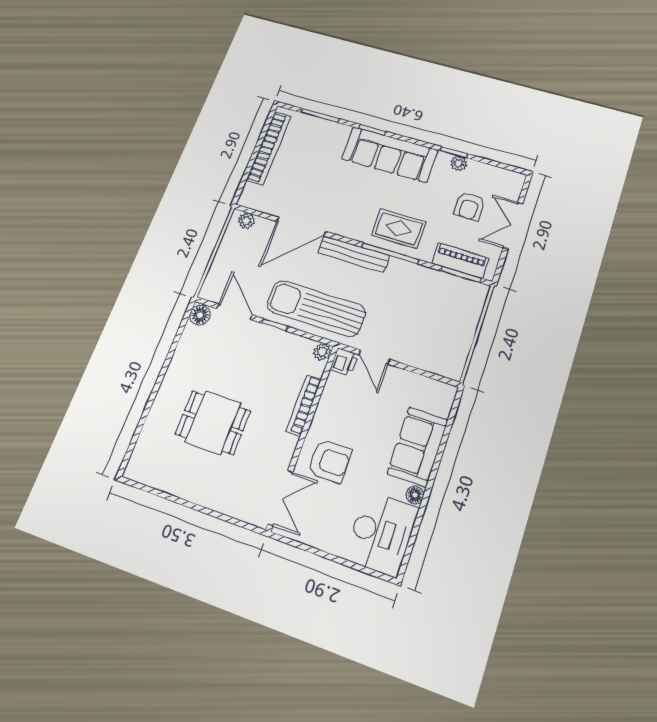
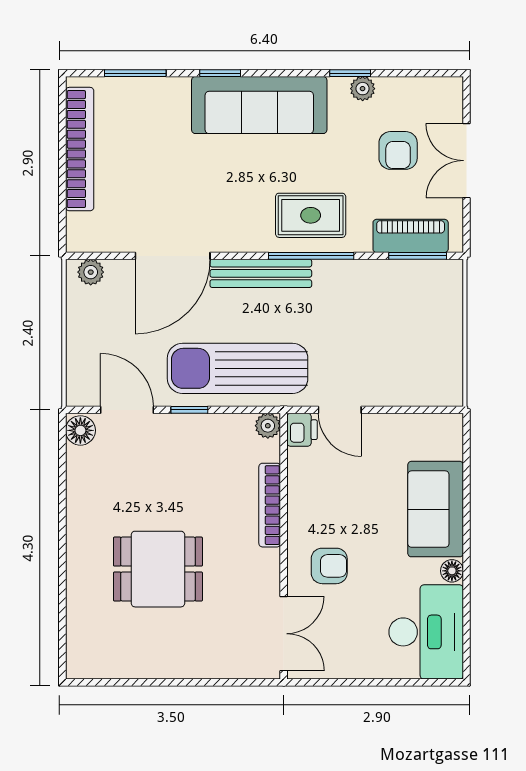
armchair: (329, 461) -> (329, 566), width x0.72, depth x0.72

